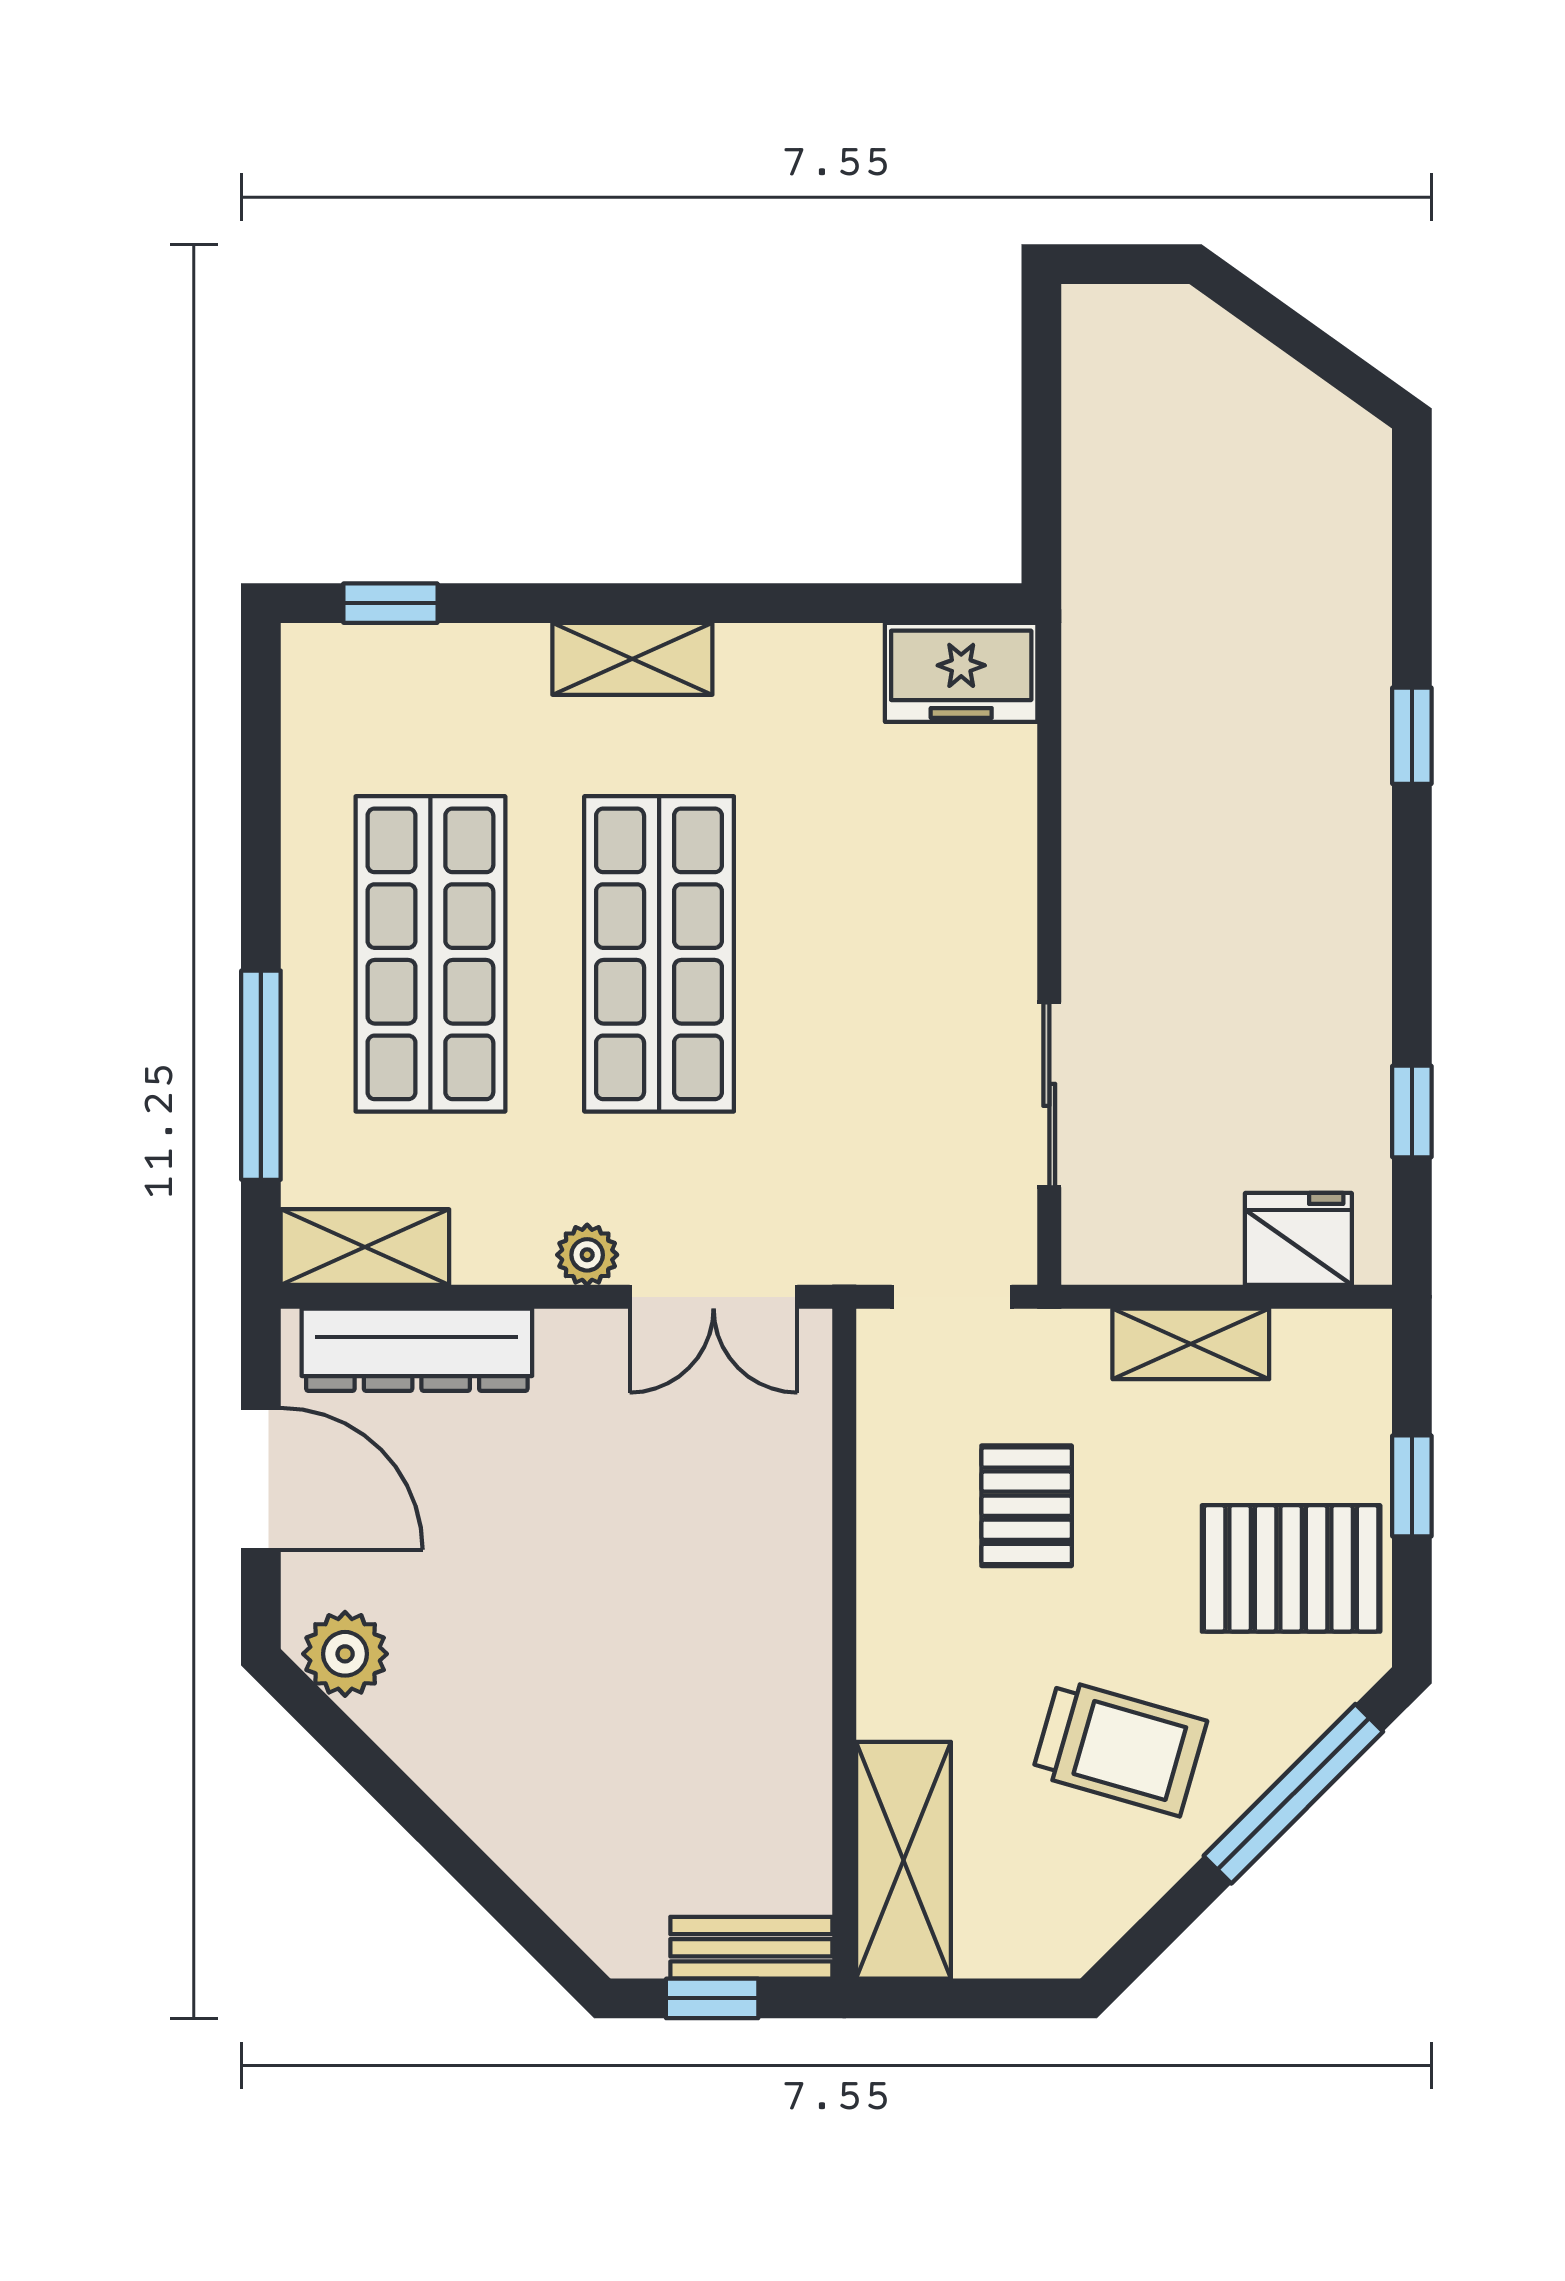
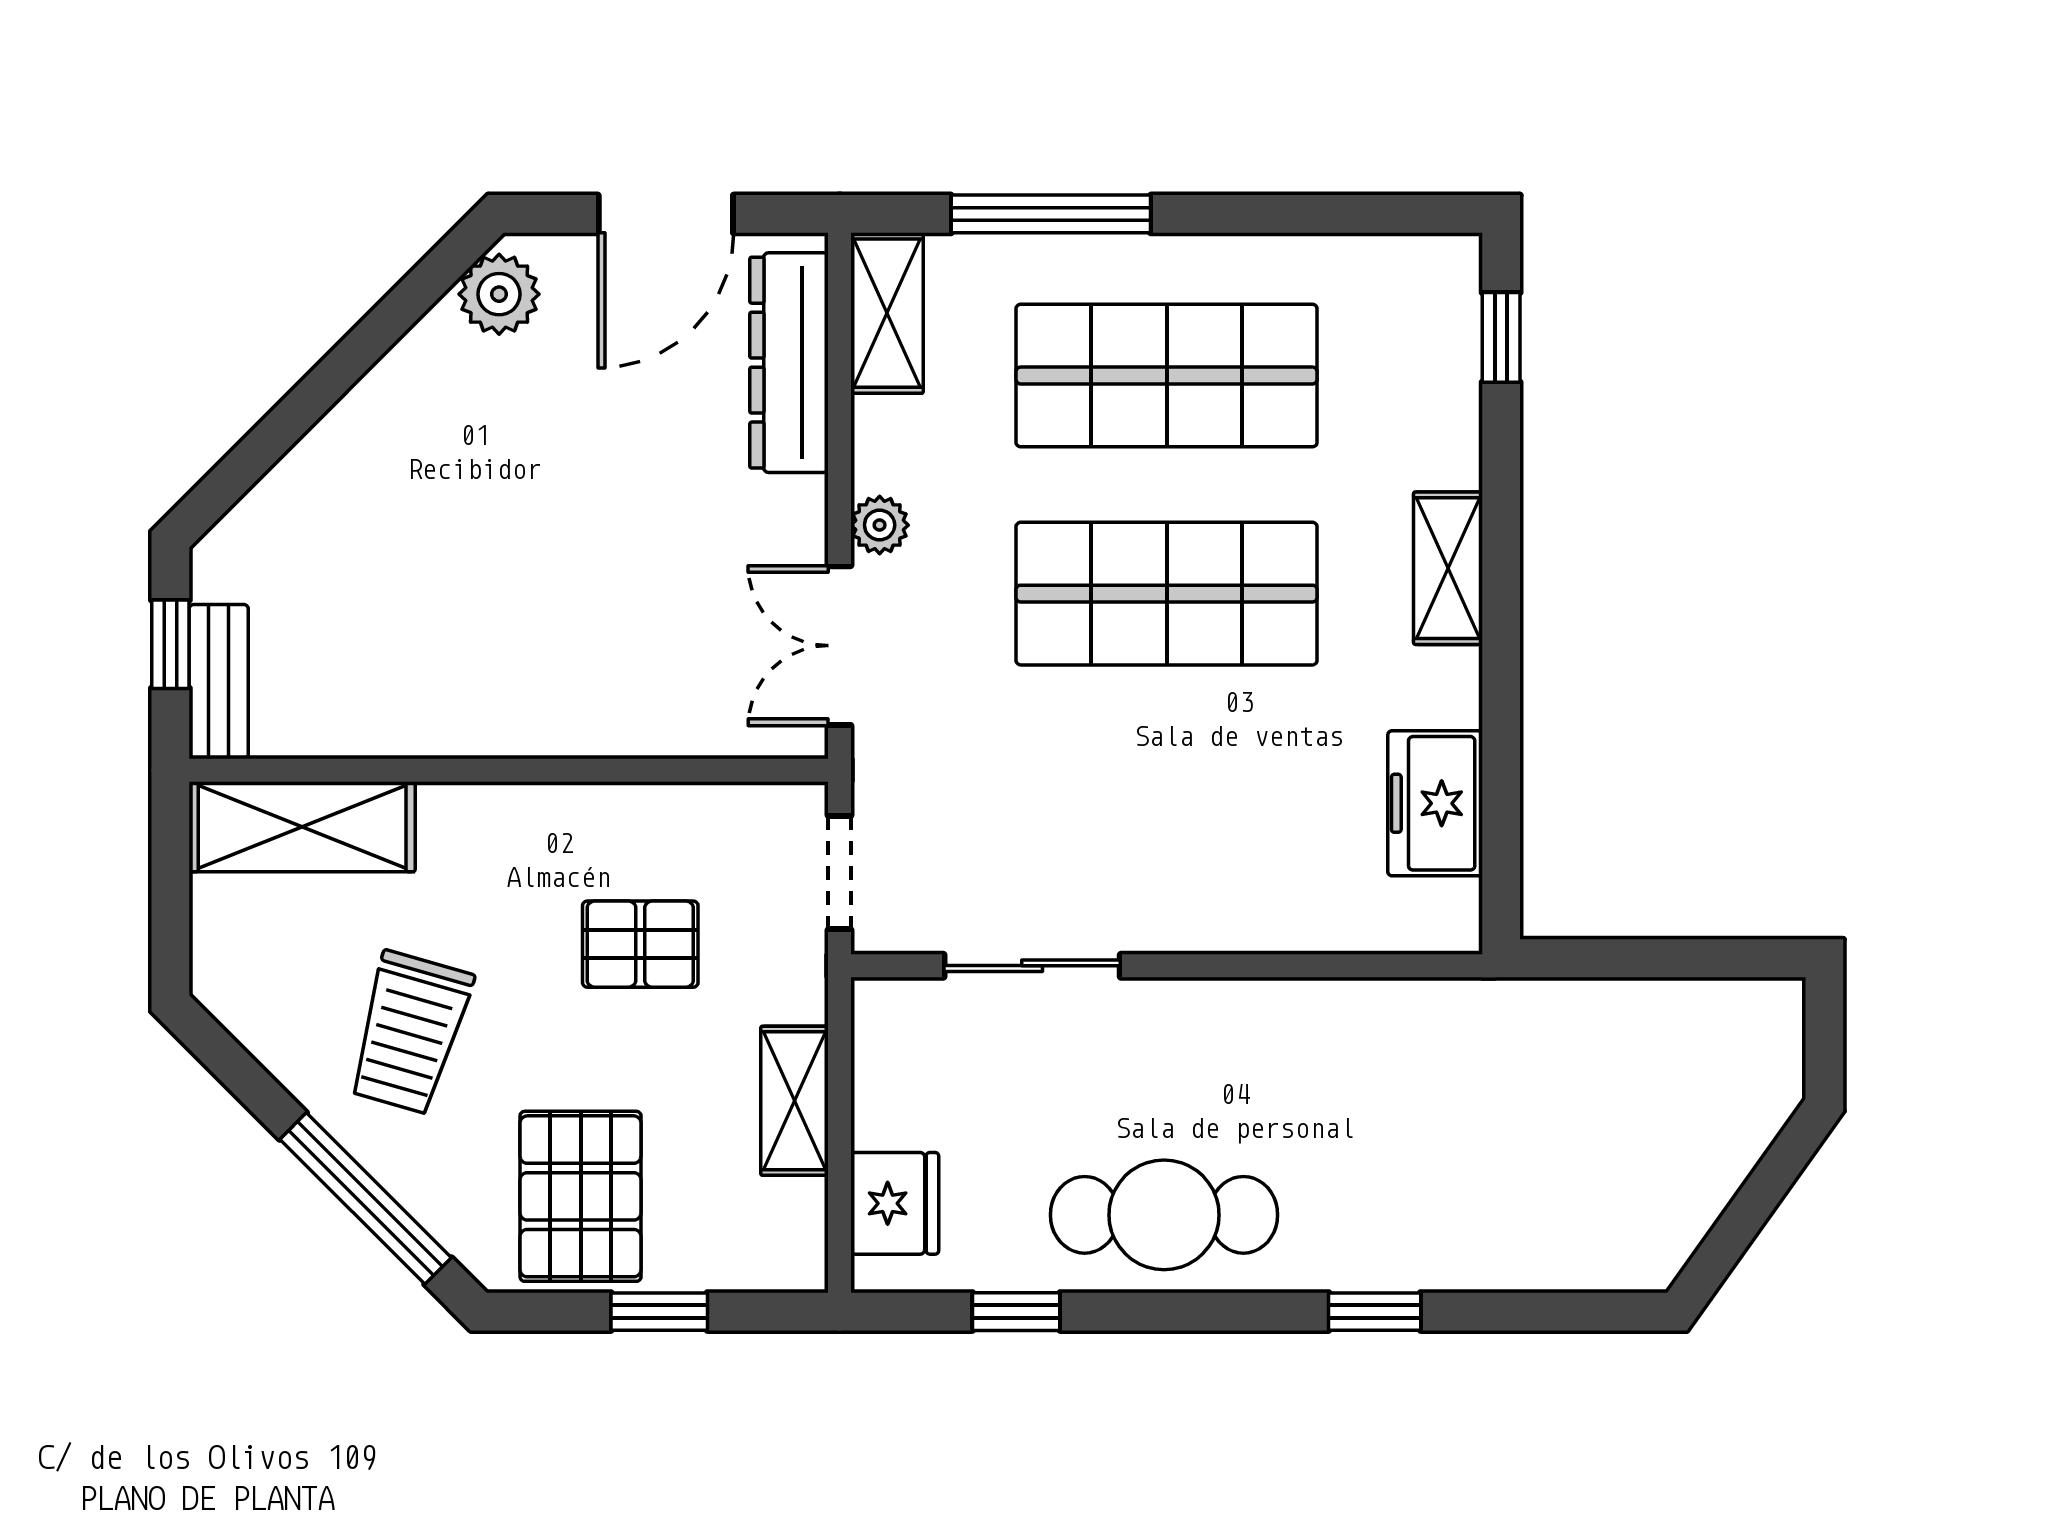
freezer: (961, 672) -> (1435, 803), moved
cafe table: (1311, 957) -> (1164, 1215), added

